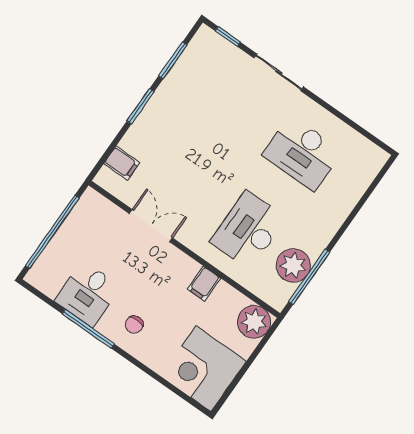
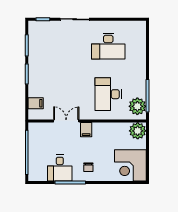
plant: (293, 265) -> (137, 106), moved
filing cabinet: (204, 284) -> (86, 130), moved

